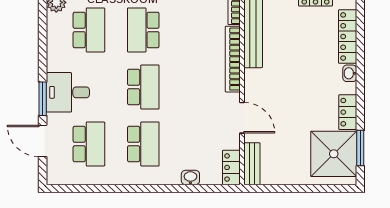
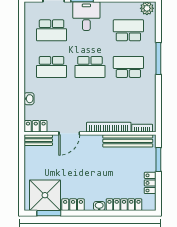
school desk: (89, 30) -> (128, 30), turned 180

